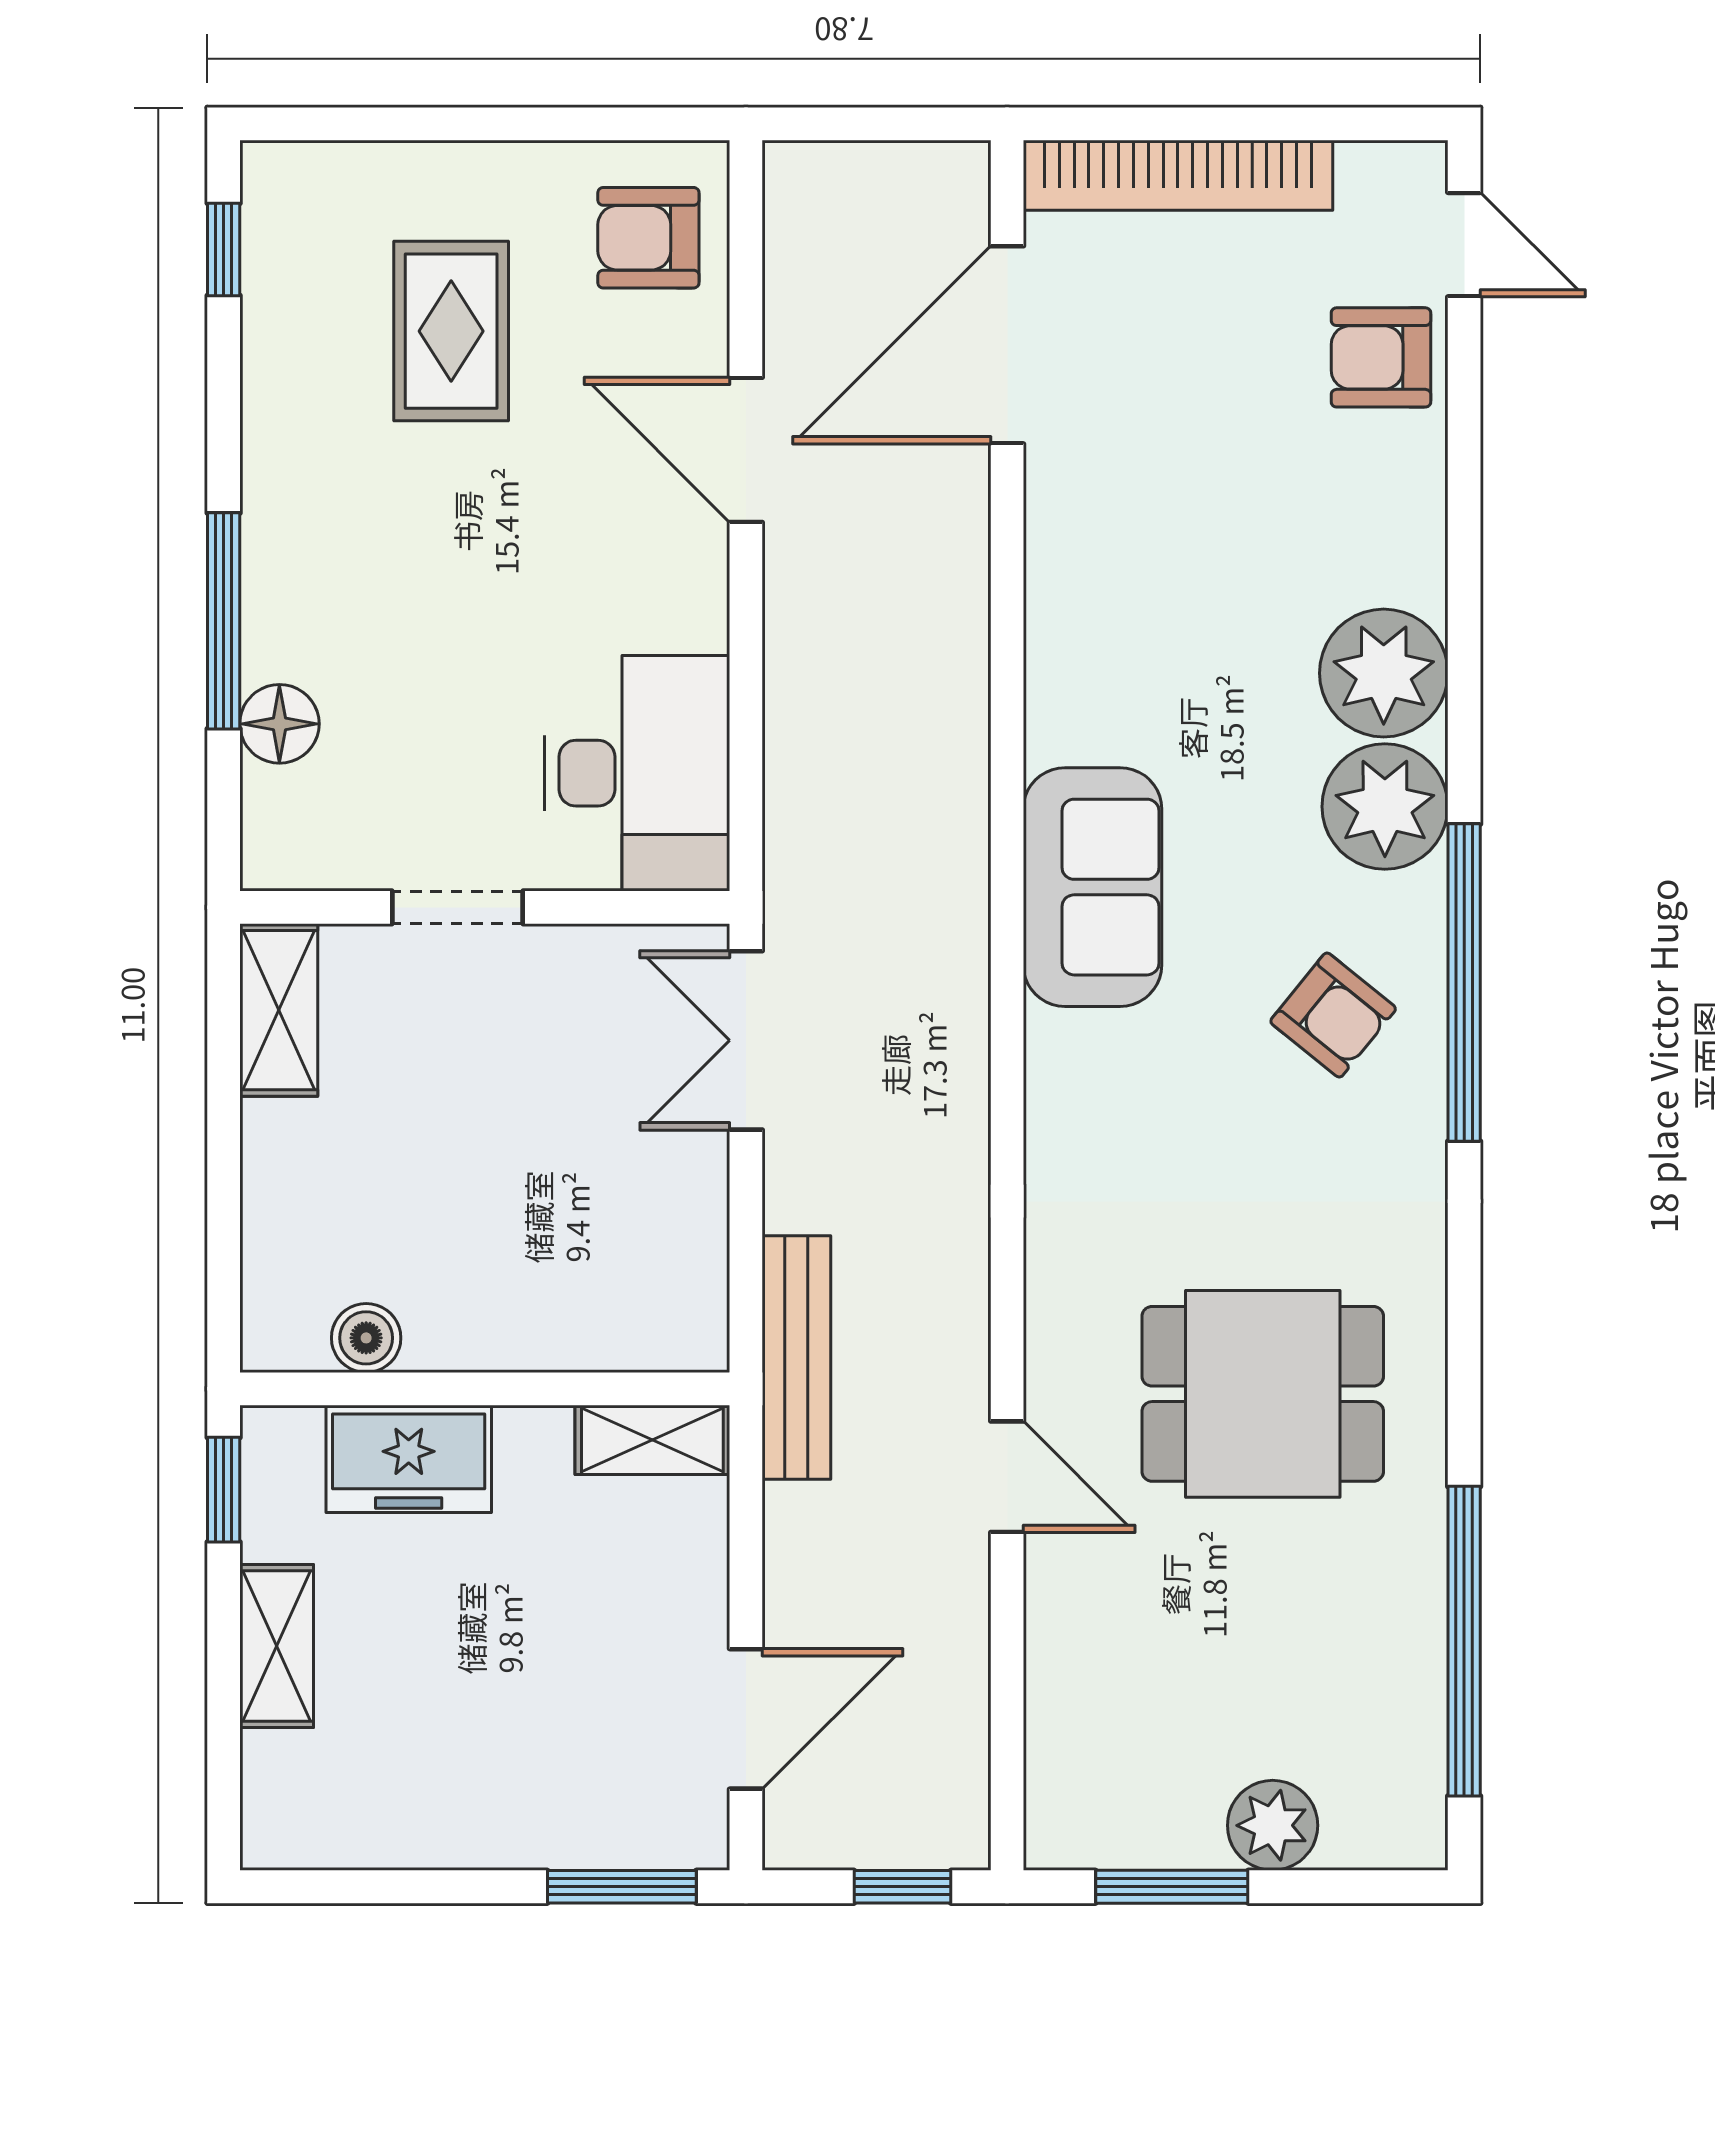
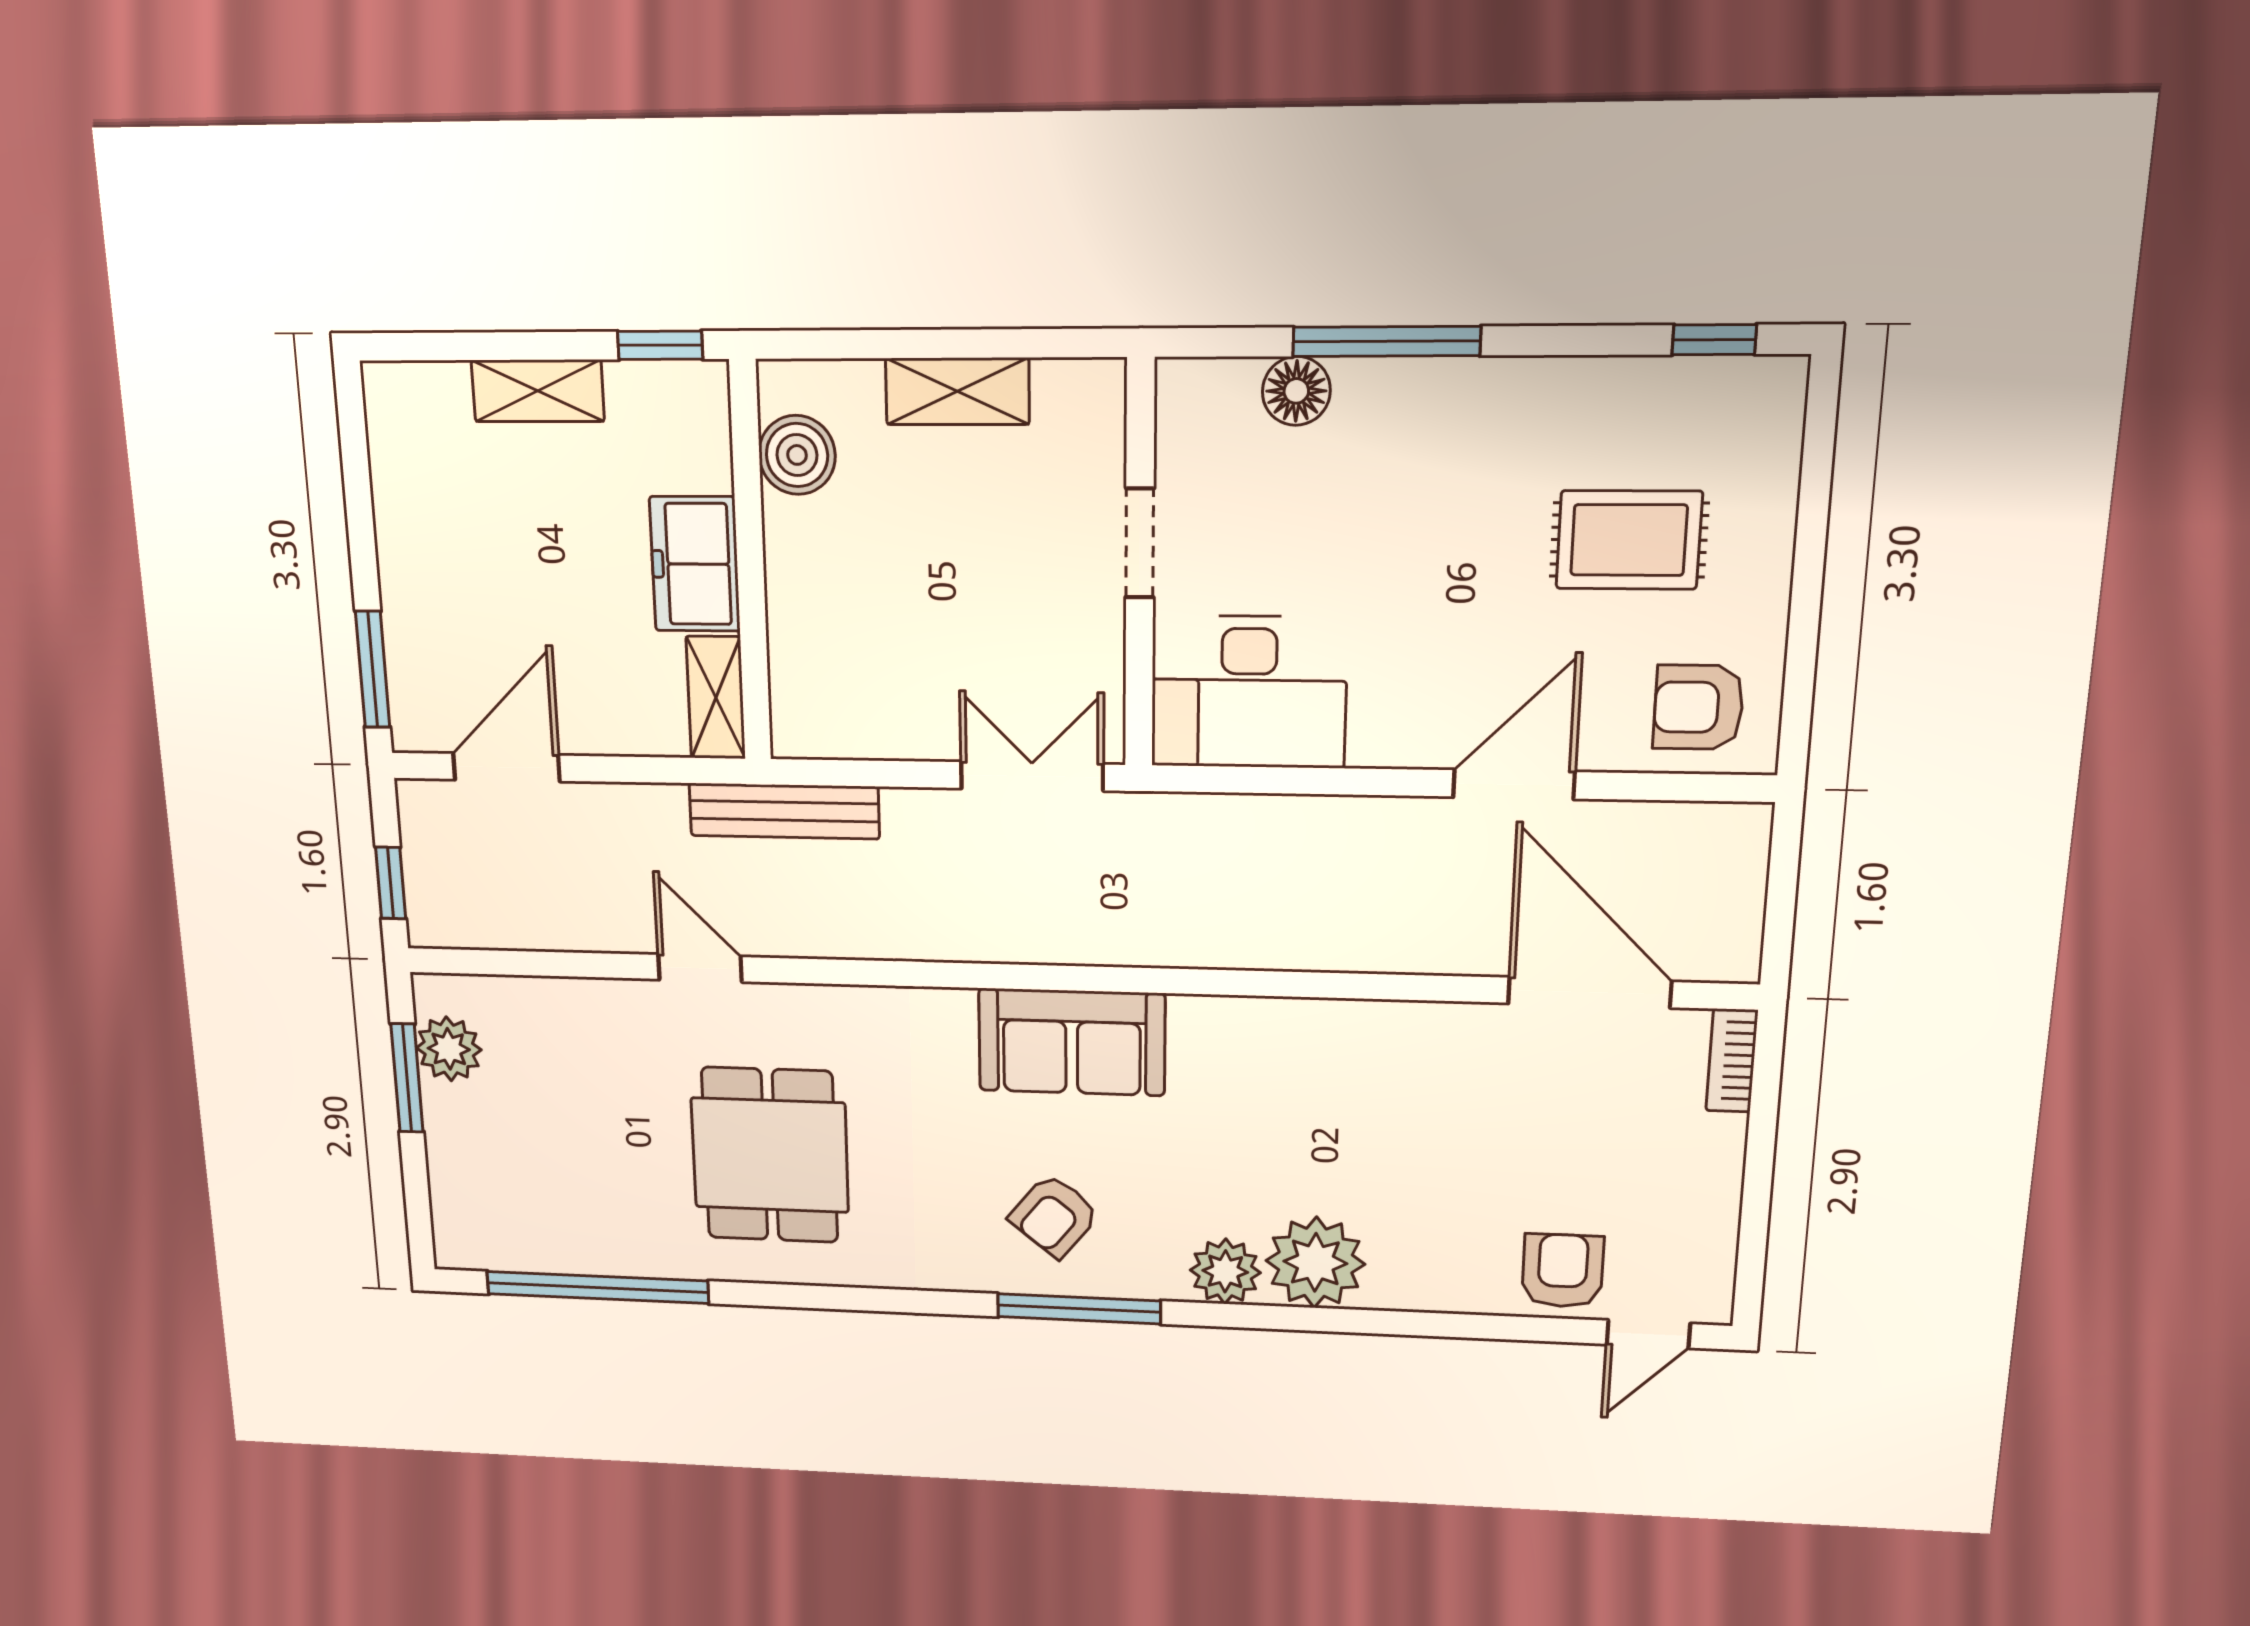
bookcase: (1178, 175) -> (1732, 1061), width x0.43, depth x0.76
armchair: (648, 238) -> (1698, 707), turned -90
plant: (1385, 807) -> (1225, 1271), width x0.73, depth x0.73
sofa: (1093, 887) -> (1072, 1042), moved
window: (1464, 983) -> (1079, 1309), width x0.68
shelving: (279, 1010) -> (957, 391), moved
boiler: (366, 1338) -> (797, 455), width x1.36, depth x1.36
freezer: (409, 1459) -> (695, 564), moved
door: (1007, 1477) -> (700, 968), swing flipped
door: (746, 1719) -> (506, 767), swing flipped
plant: (1273, 1825) -> (449, 1049), moved

